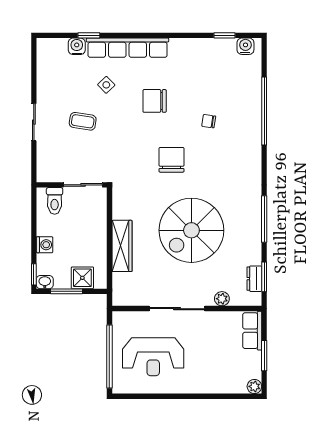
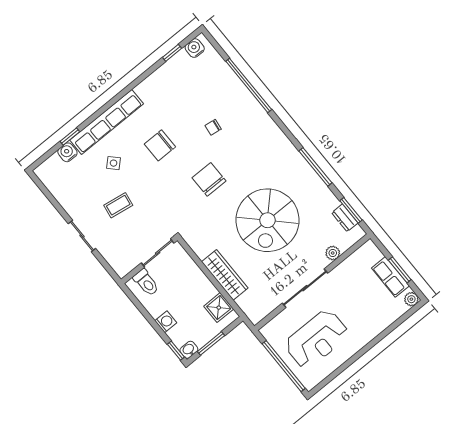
shower: (82, 278) -> (219, 308), moved
row of seats: (252, 331) -> (390, 277), moved

